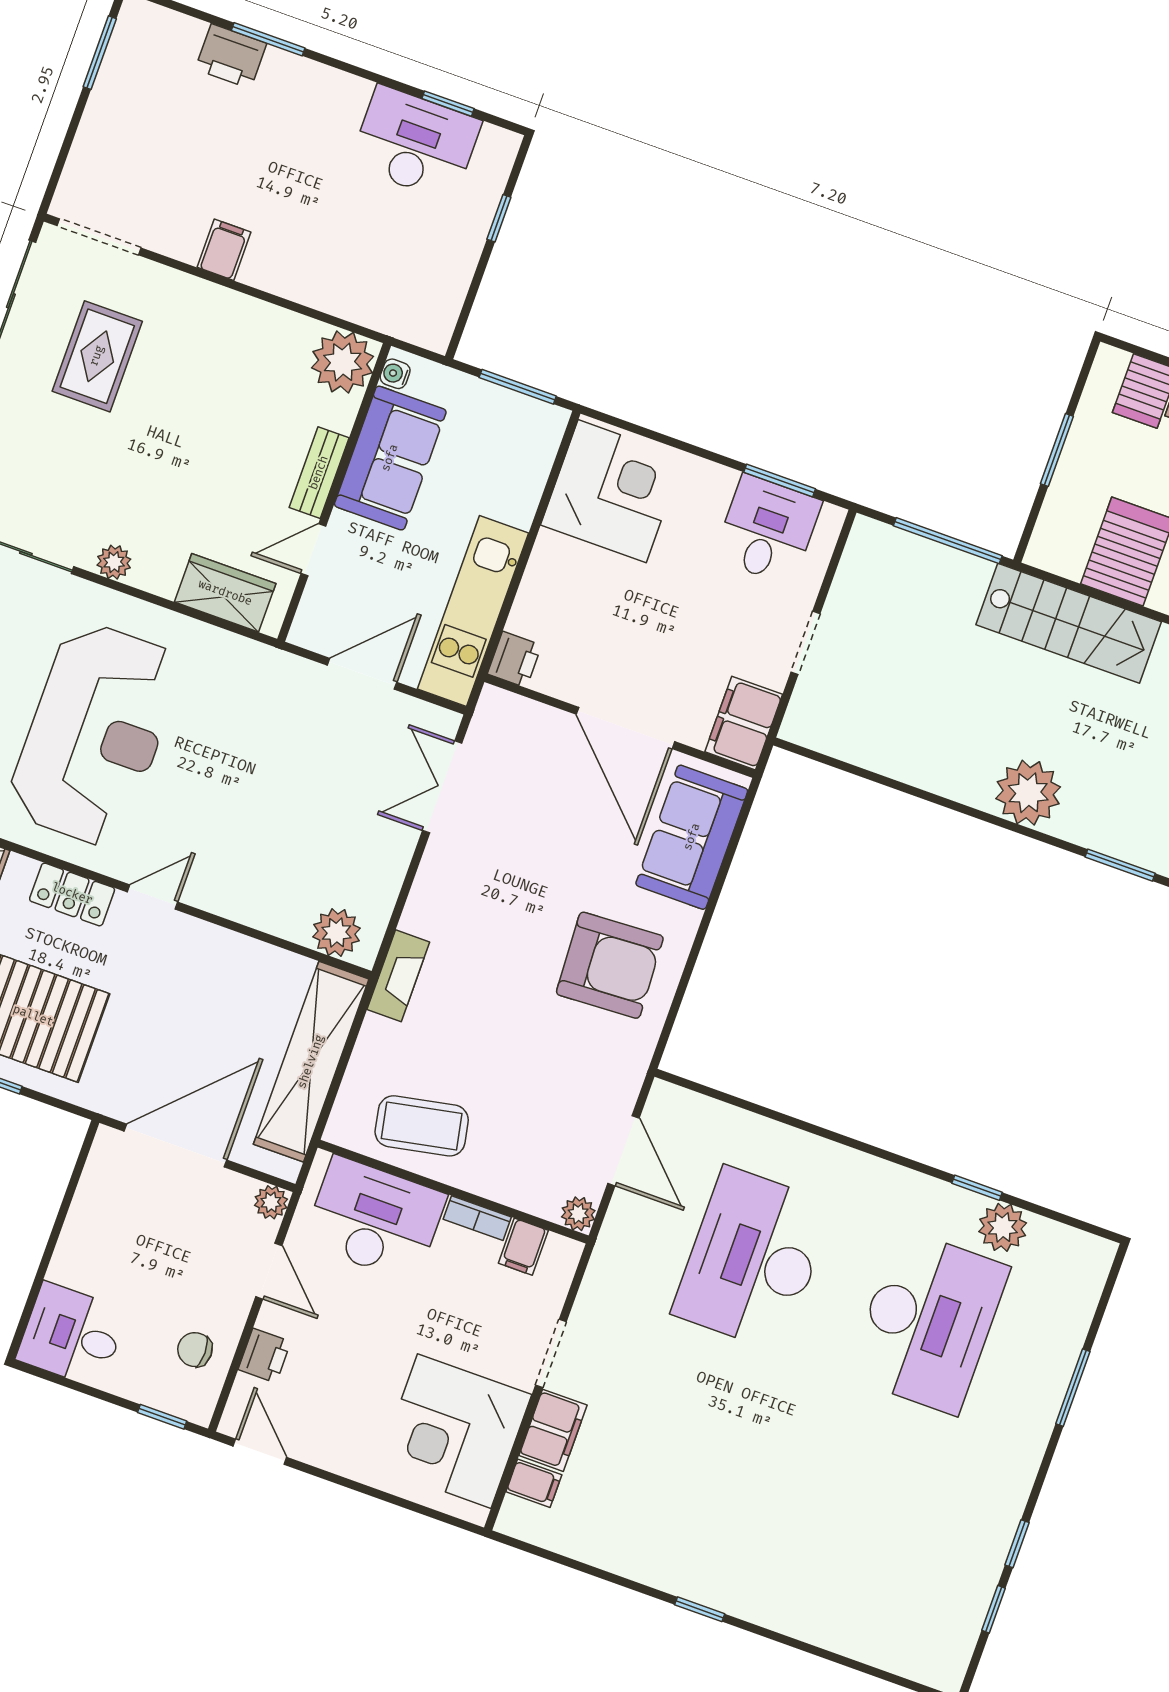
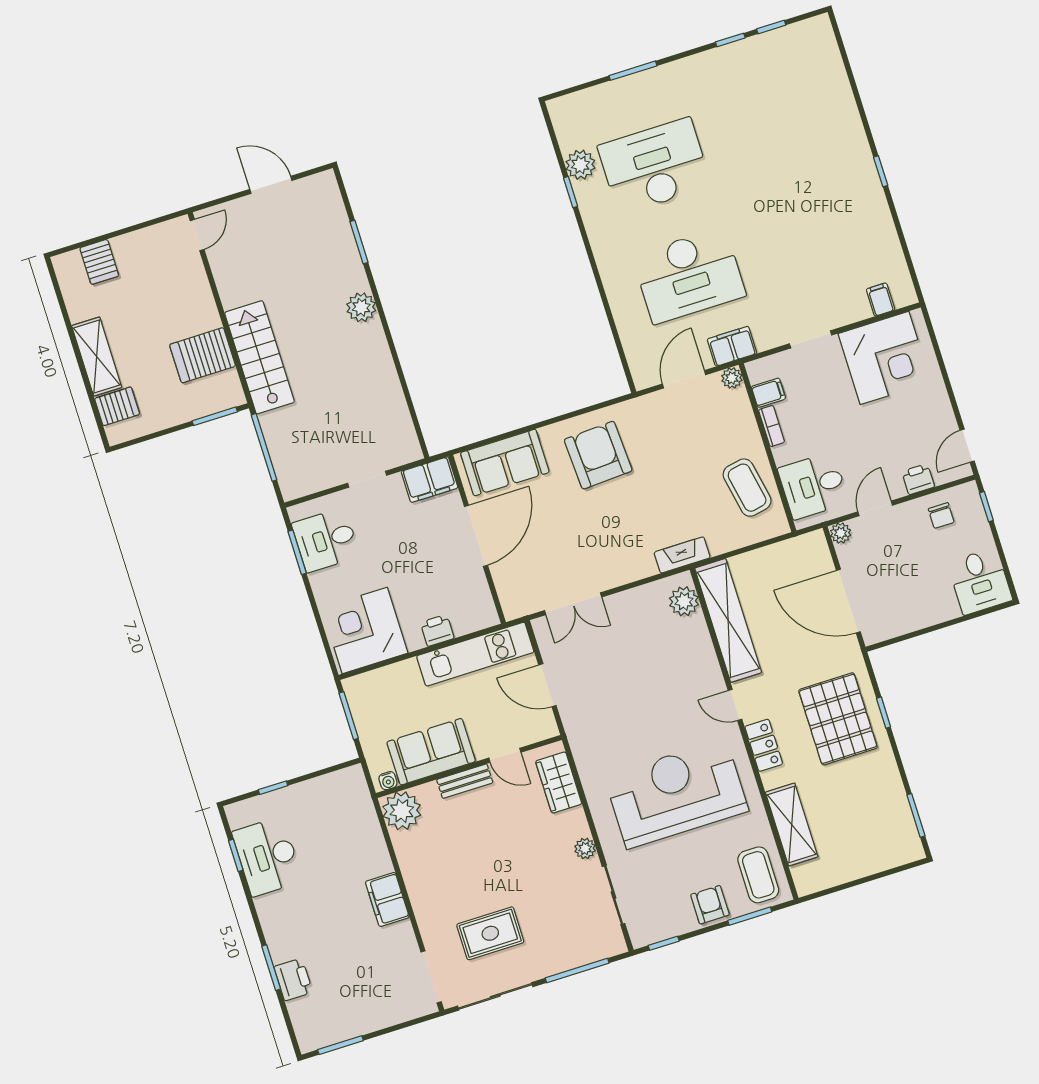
filing cabinet: (224, 250) -> (387, 899), width x2.00
window: (1057, 450) -> (215, 416), moved
printer: (514, 659) -> (437, 630), moved
plant: (1028, 793) -> (361, 307), width x0.73, depth x0.73
shelving: (311, 1062) -> (728, 620), moved, turned 90
desk: (375, 1219) -> (813, 486), width x0.73
filing cabinet: (553, 1430) -> (732, 346), moved

